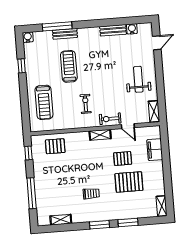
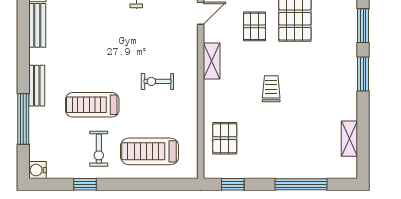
bench: (65, 34) -> (37, 86), moved
treadmill: (44, 102) -> (150, 151), turned 180
exercise bike: (110, 119) -> (99, 149), moved
trolley: (91, 194) -> (271, 89), moved

